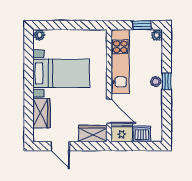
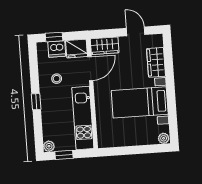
stool: (156, 82) -> (57, 79), moved
door: (109, 111) -> (90, 69), swing flipped
window: (144, 146) -> (54, 37), added

